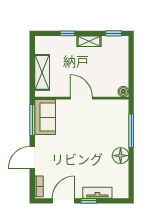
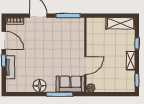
shelving: (42, 72) -> (121, 23), moved
door: (81, 98) -> (85, 65), moved
sofa: (45, 117) -> (70, 84), moved, turned 180

